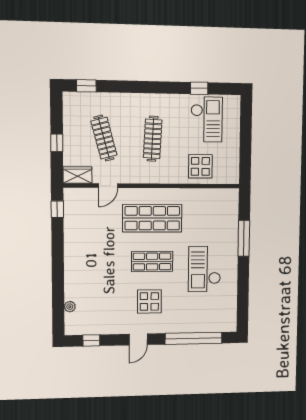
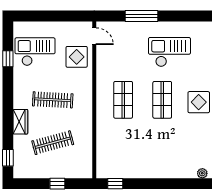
wardrobe: (77, 175) -> (20, 122), moved, turned 180
door: (108, 186) -> (94, 36), moved
shop shelf: (152, 218) -> (123, 100), width x0.70, depth x0.74
checkout: (204, 269) -> (169, 52), turned 180

